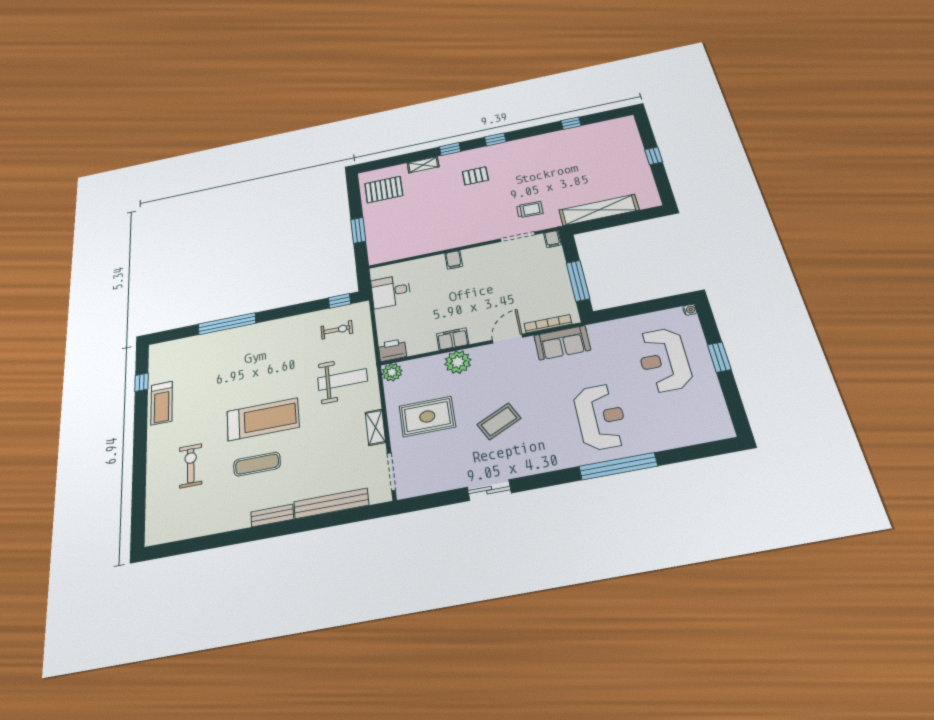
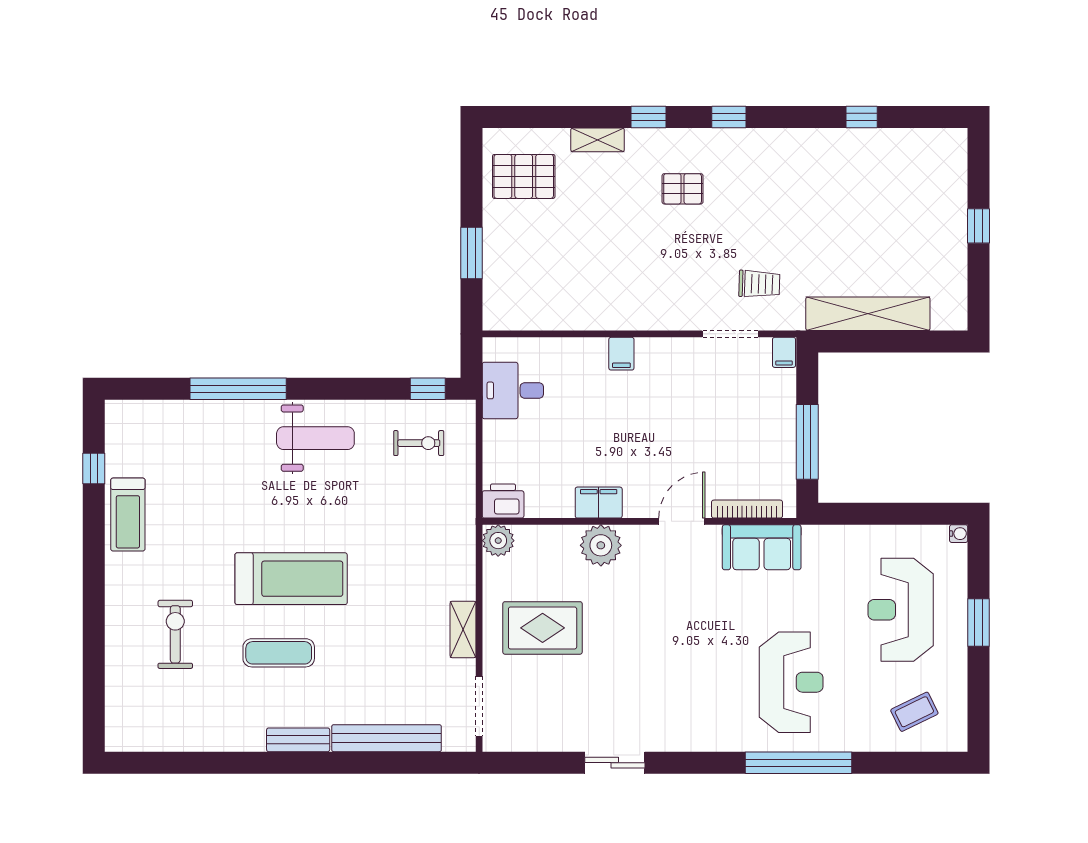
weight bench: (343, 380) -> (315, 438), moved
coffee table: (499, 421) -> (914, 712), moved, width x0.73, depth x0.77

